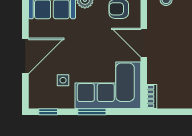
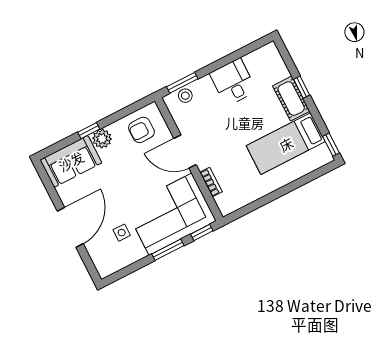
bookcase: (152, 96) -> (211, 182), moved
window: (48, 112) -> (202, 232), moved

